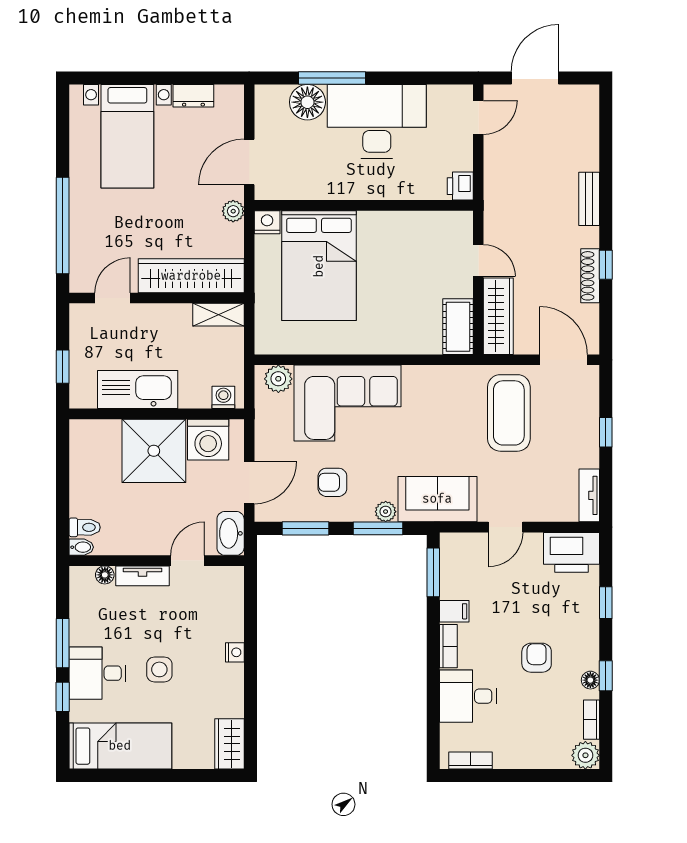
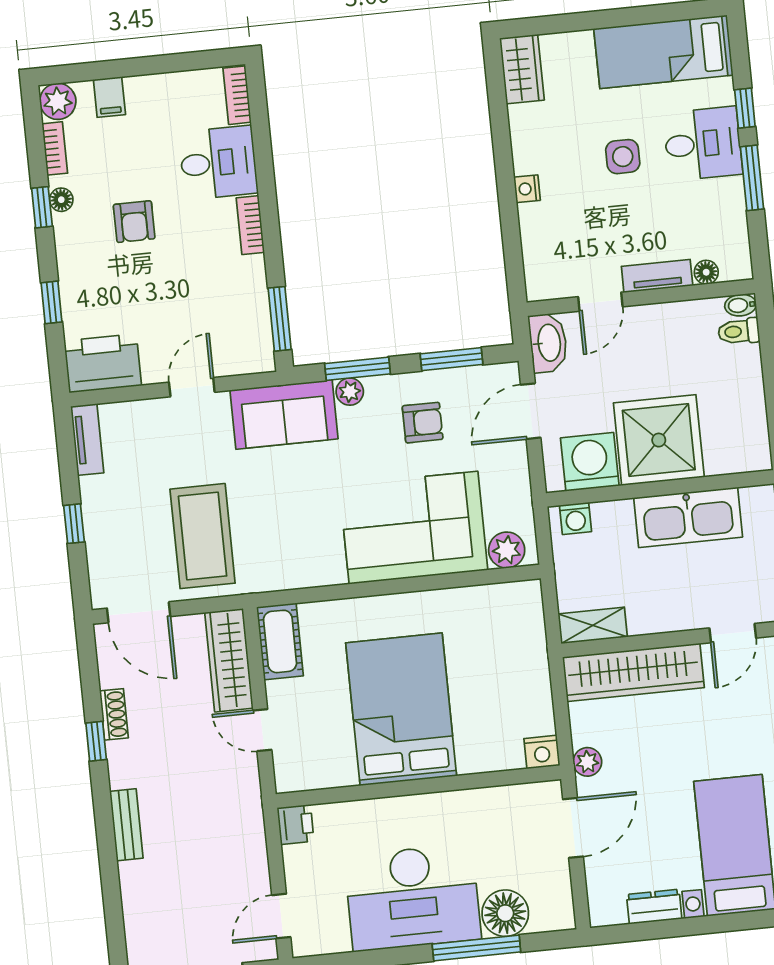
bed: (319, 266) -> (401, 709), moved
shoe rack: (590, 276) -> (114, 714), width x0.70
filing cabinet: (454, 611) -> (109, 97), moved, turned -90
bookcase: (470, 760) -> (237, 95), moved, turned 90

